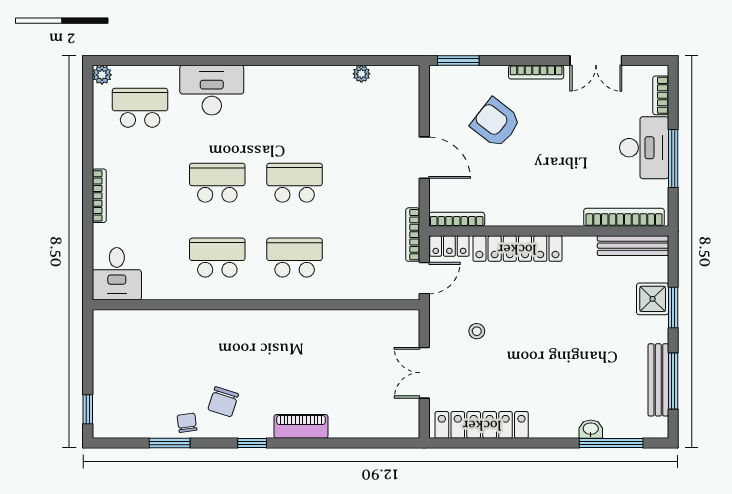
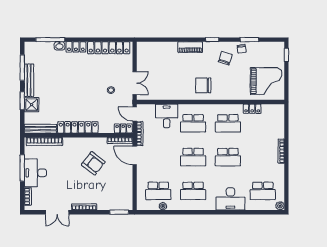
double door: (596, 61) -> (57, 212), swing flipped
school desk: (295, 108) -> (193, 191), added
school desk: (372, 108) -> (158, 191), added
armchair: (496, 123) -> (93, 163), moved
door: (424, 158) -> (135, 155), moved
locker: (517, 249) -> (78, 127), moved
desk: (117, 274) -> (167, 116), moved
door: (424, 278) -> (135, 114), hinge flipped
locker: (164, 290) -> (252, 109), added
chair: (272, 342) -> (203, 85), added
grand piano: (133, 351) -> (266, 81), added
double door: (424, 373) -> (135, 83), moved
bench: (658, 380) -> (29, 80), moved
locker: (554, 427) -> (76, 47), added

